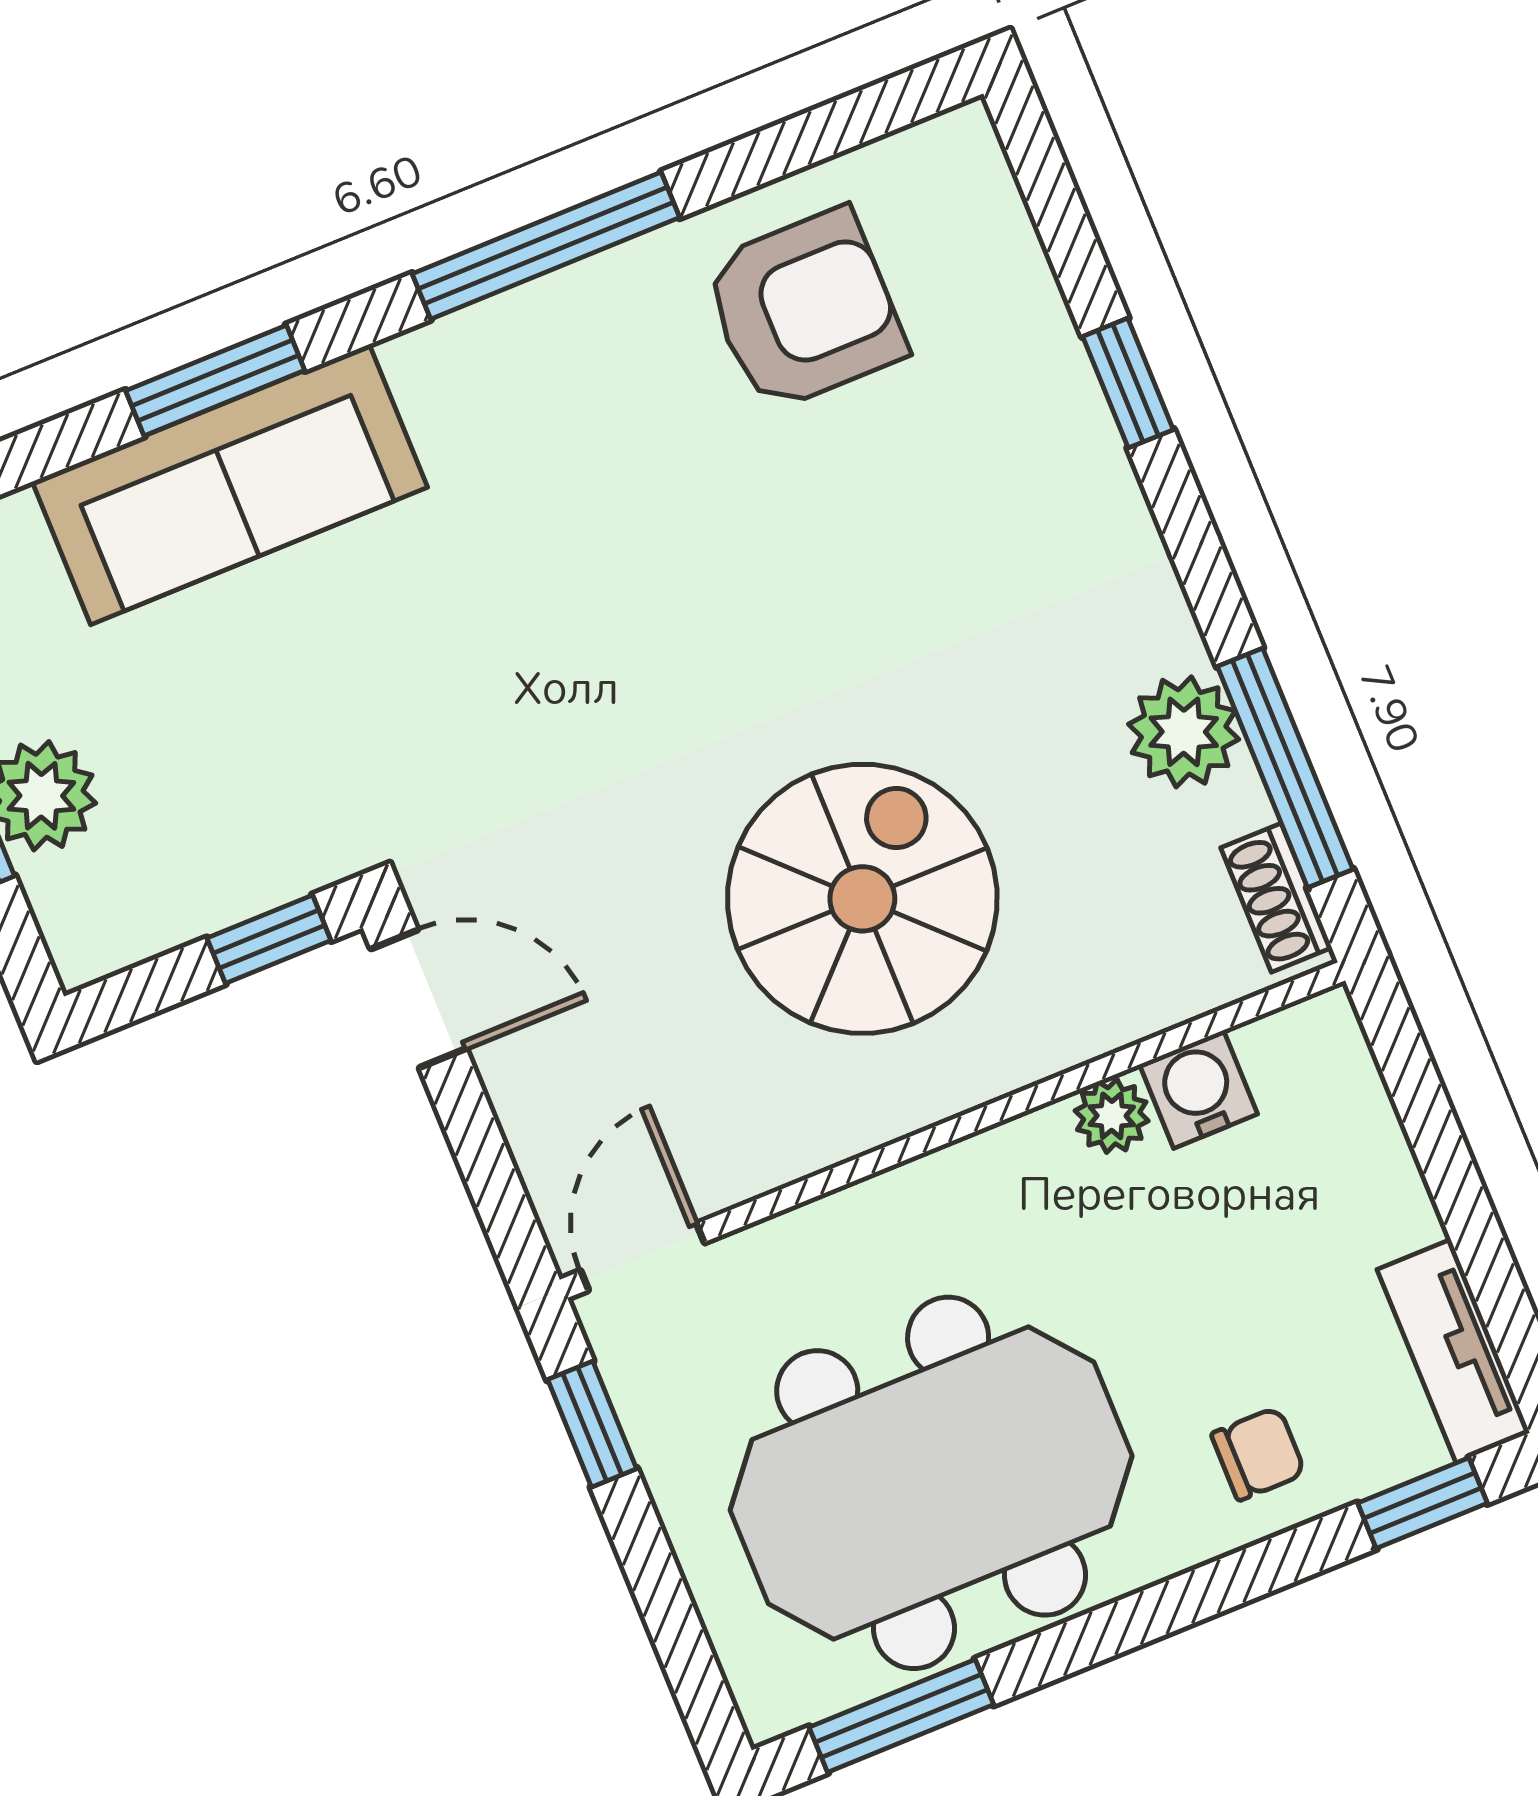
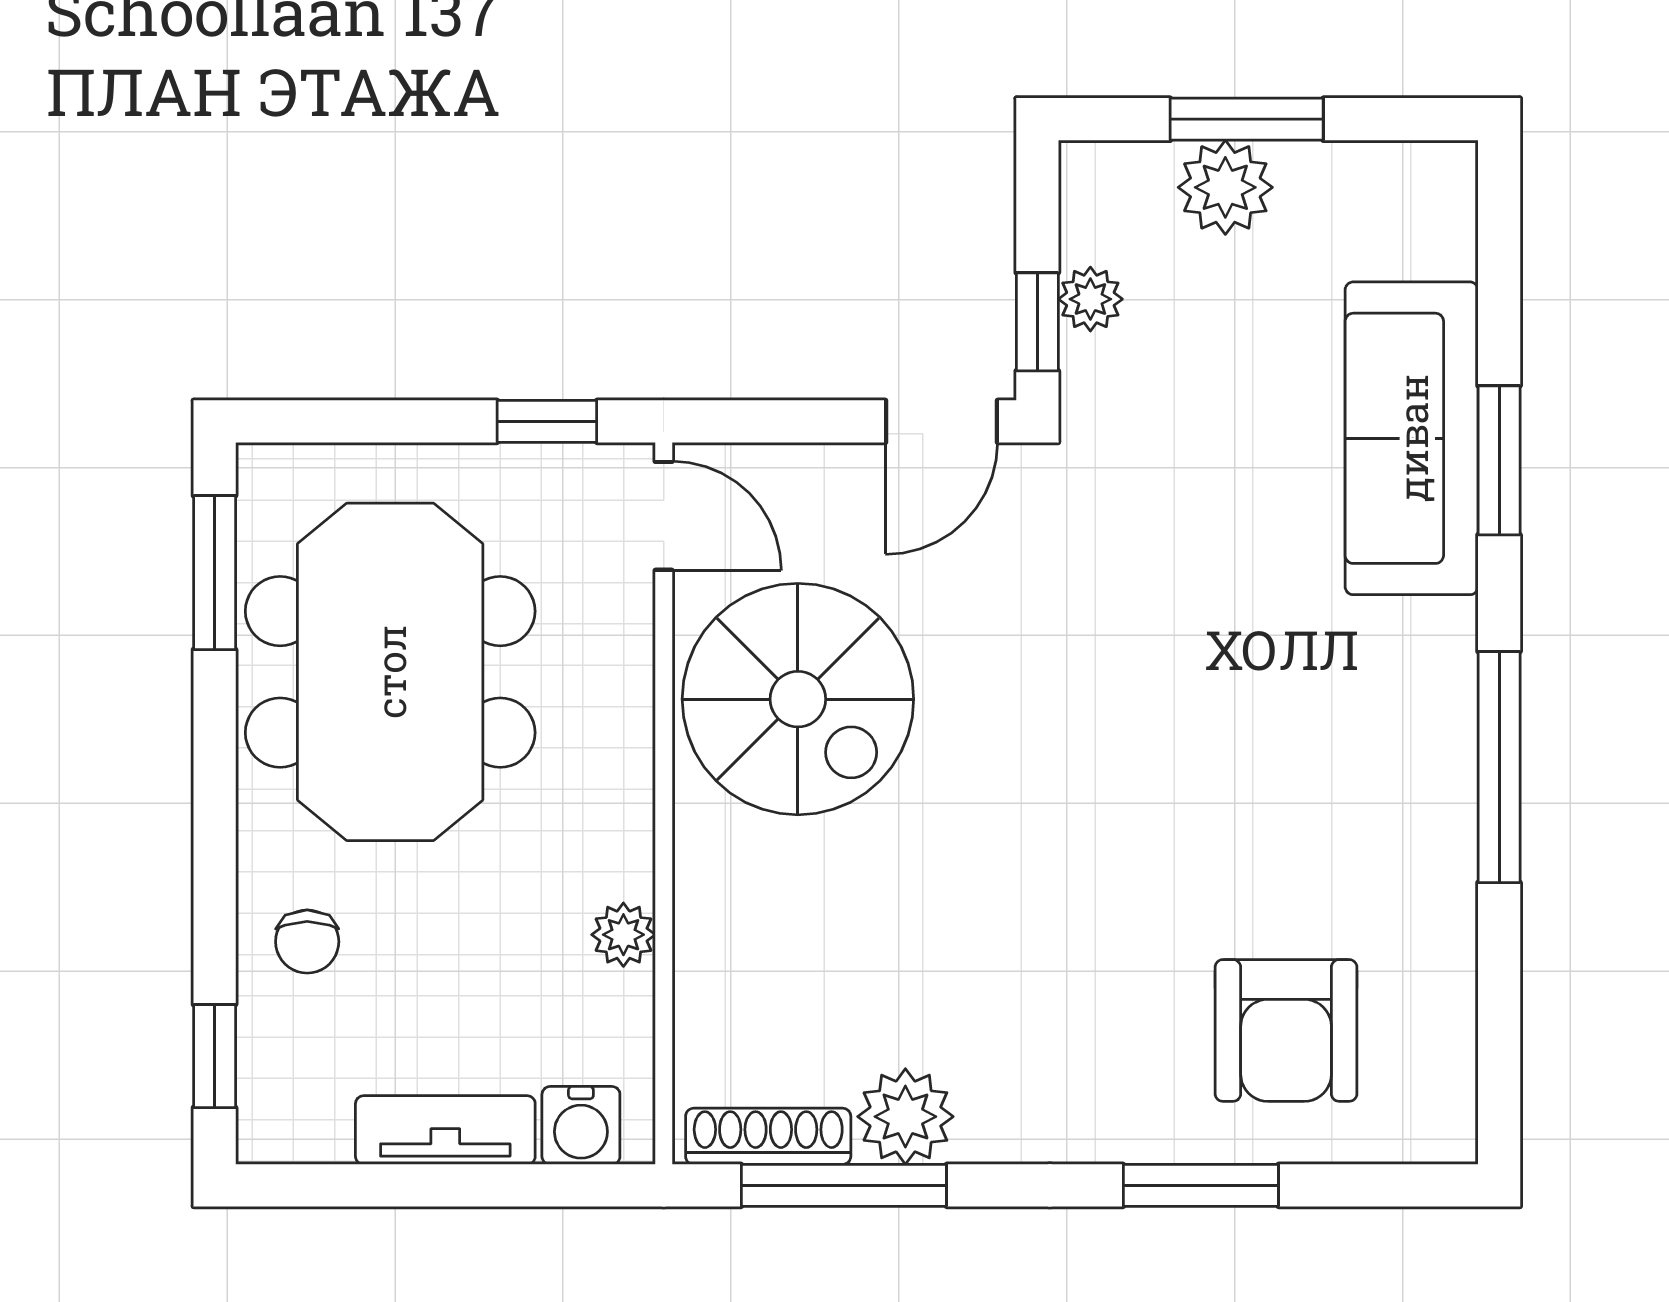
armchair: (804, 310) -> (1286, 1030), moved
window: (1128, 383) -> (1201, 1185), width x1.50
plant: (221, 892) -> (1090, 299), added
shoe rack: (1276, 898) -> (768, 1136), width x1.43
spiral stairs: (862, 899) -> (798, 699), moved
water cooler: (1198, 1089) -> (581, 1125), moved, turned 90
tv unit: (1453, 1351) -> (445, 1130), moved

